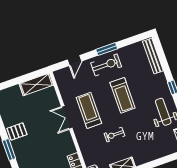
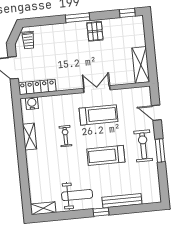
bench: (153, 56) -> (122, 201), moved
exercise bike: (106, 65) -> (143, 146), turned 180

